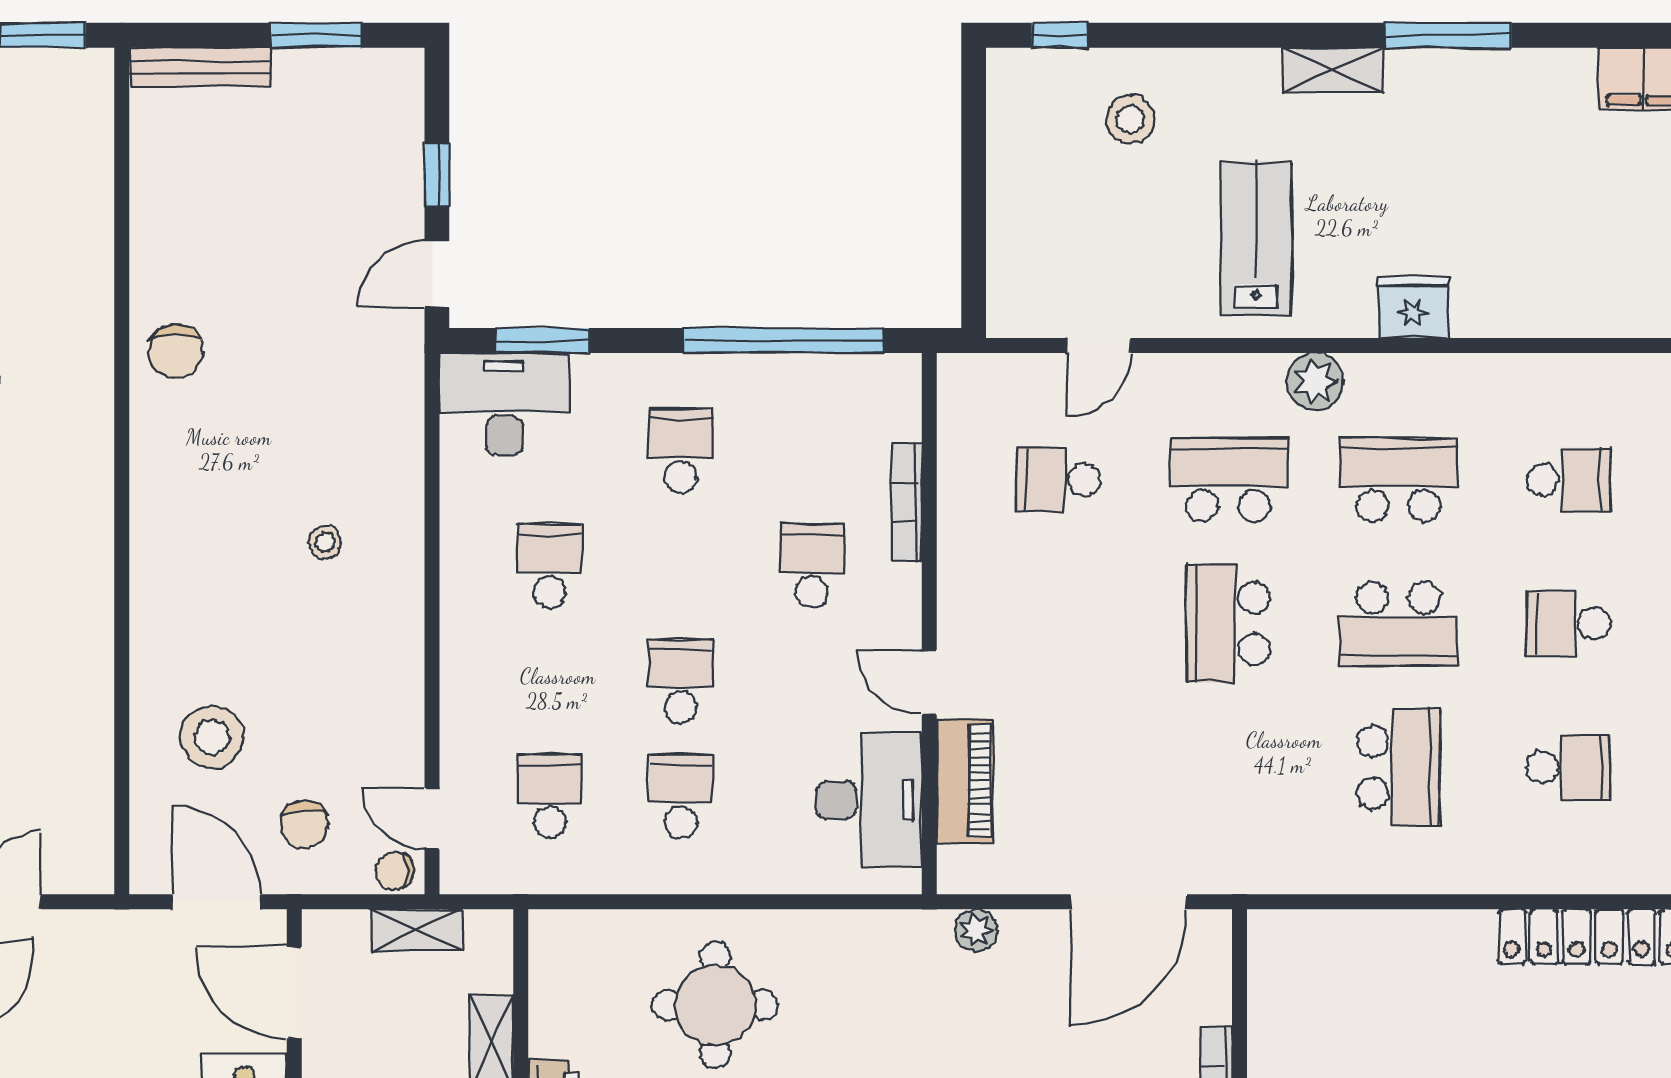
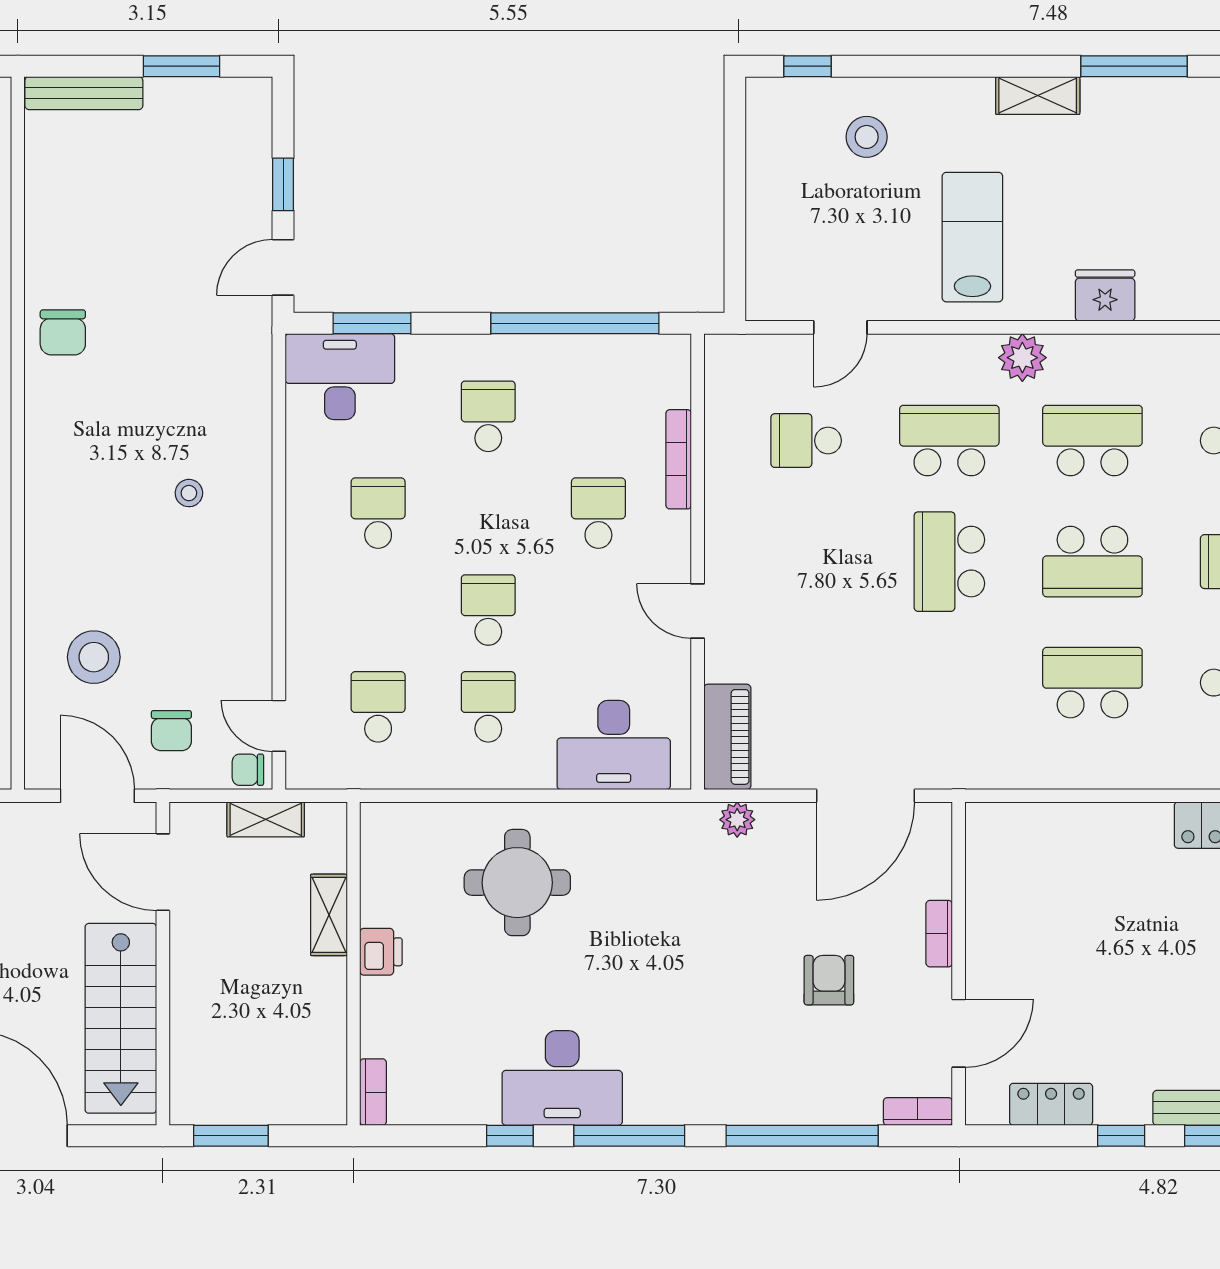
school desk: (1398, 767) -> (1092, 683), turned -90
piano: (965, 781) -> (727, 737), moved
desk: (869, 800) -> (614, 745), moved, turned 90

